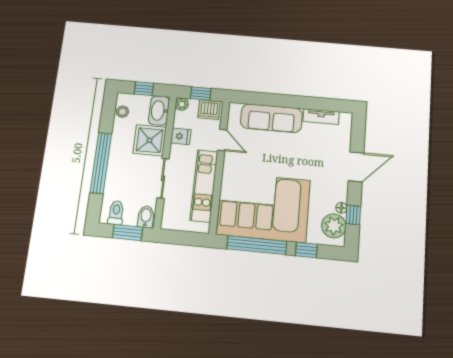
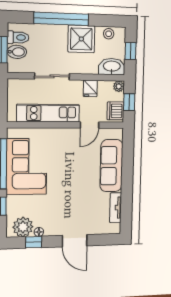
shower: (150, 140) -> (81, 39), moved
corner sofa: (264, 207) -> (27, 167), width x0.73, depth x0.74
bidet: (146, 217) -> (17, 52), moved

